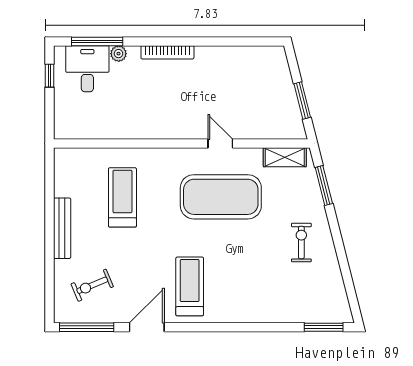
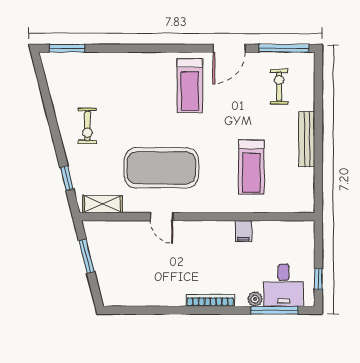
filing cabinet: (131, 128) -> (243, 231), added
window: (324, 186) -> (67, 178), width x0.67
exercise bike: (92, 285) -> (279, 87), turned -67

